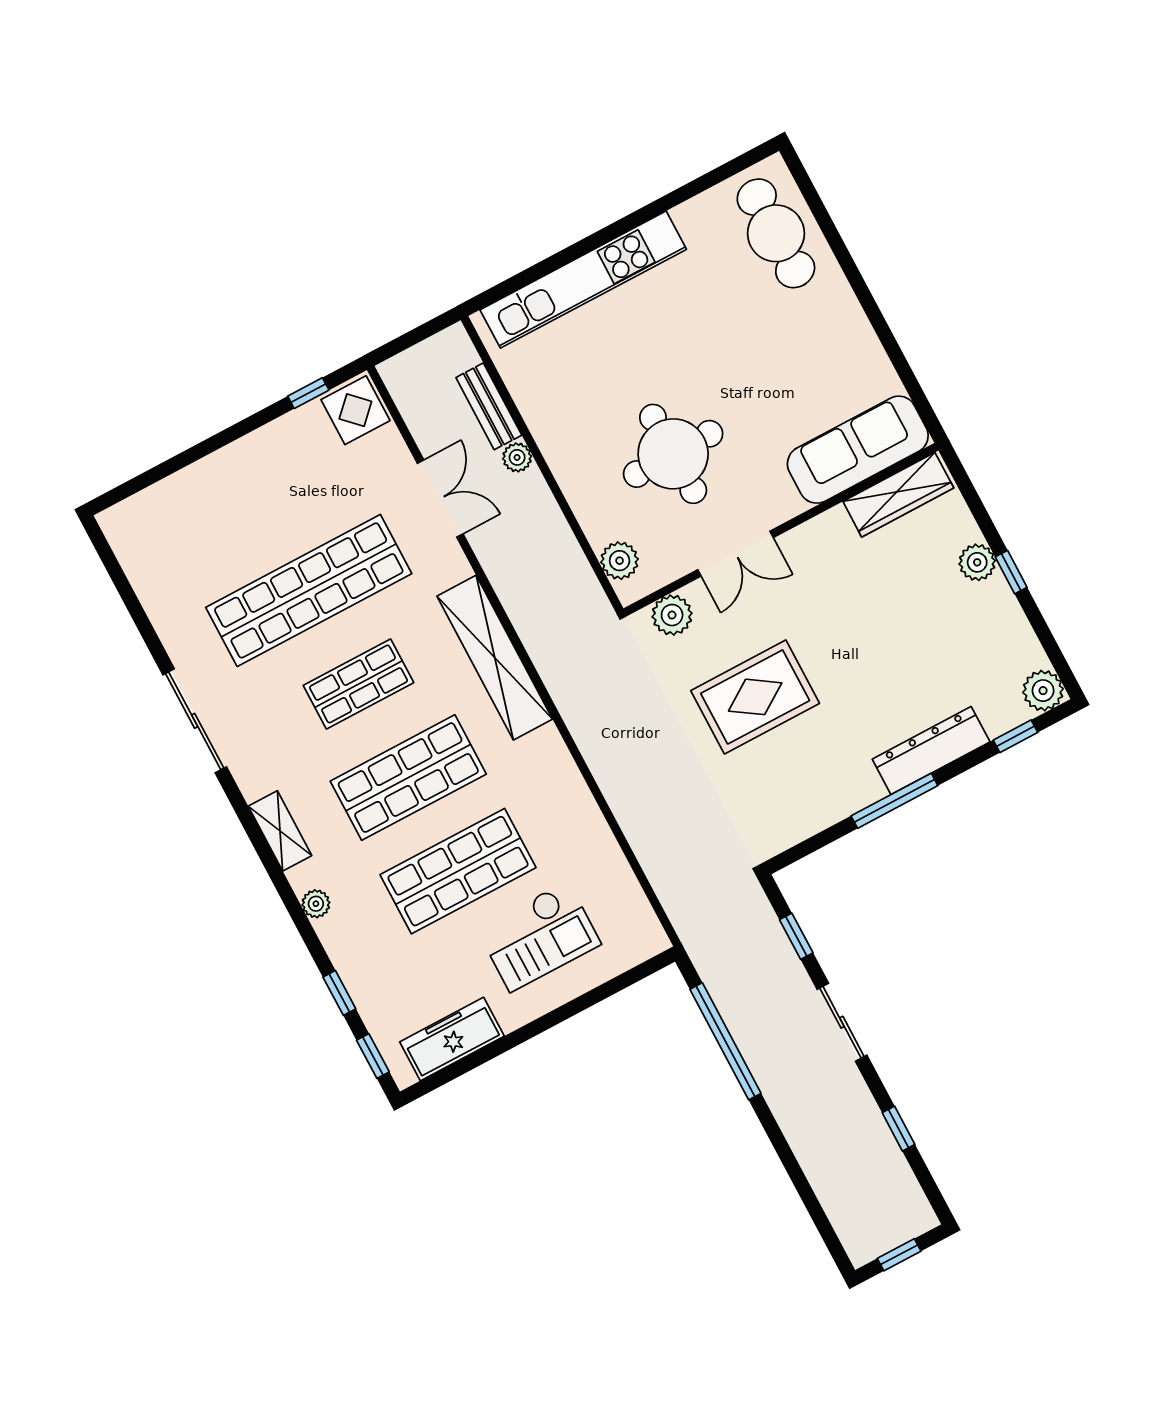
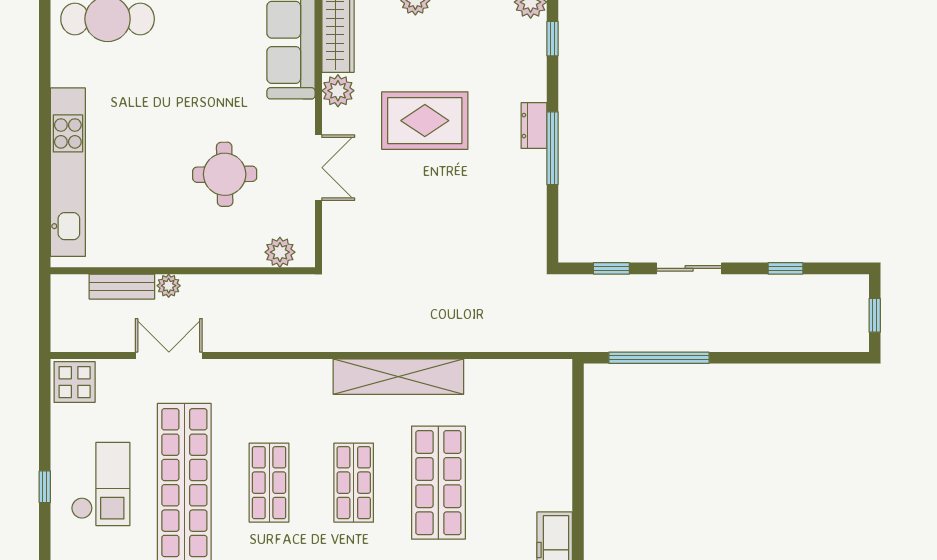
window: (308, 393) -> (45, 487), moved
round table: (673, 454) -> (225, 174), width x0.73, depth x0.73
plant: (672, 615) -> (338, 91), moved
shelving: (495, 658) -> (398, 377), moved
rug: (755, 697) -> (425, 121), moved, turned 90
dresser: (931, 751) -> (534, 126), width x0.51, depth x0.80
shop shelf: (408, 778) -> (354, 483), width x0.70, depth x0.74
checkout: (539, 936) -> (101, 484), moved

